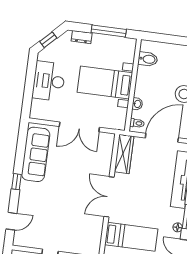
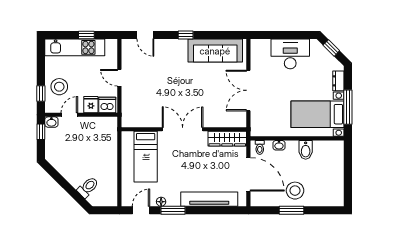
bidet: (148, 59) -> (306, 150), moved
bed with nightstands: (105, 82) -> (318, 114), moved, turned -90

